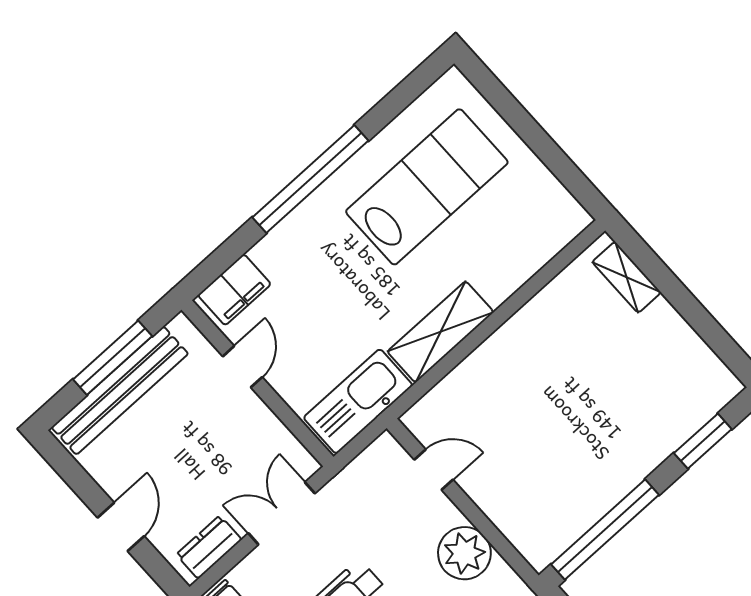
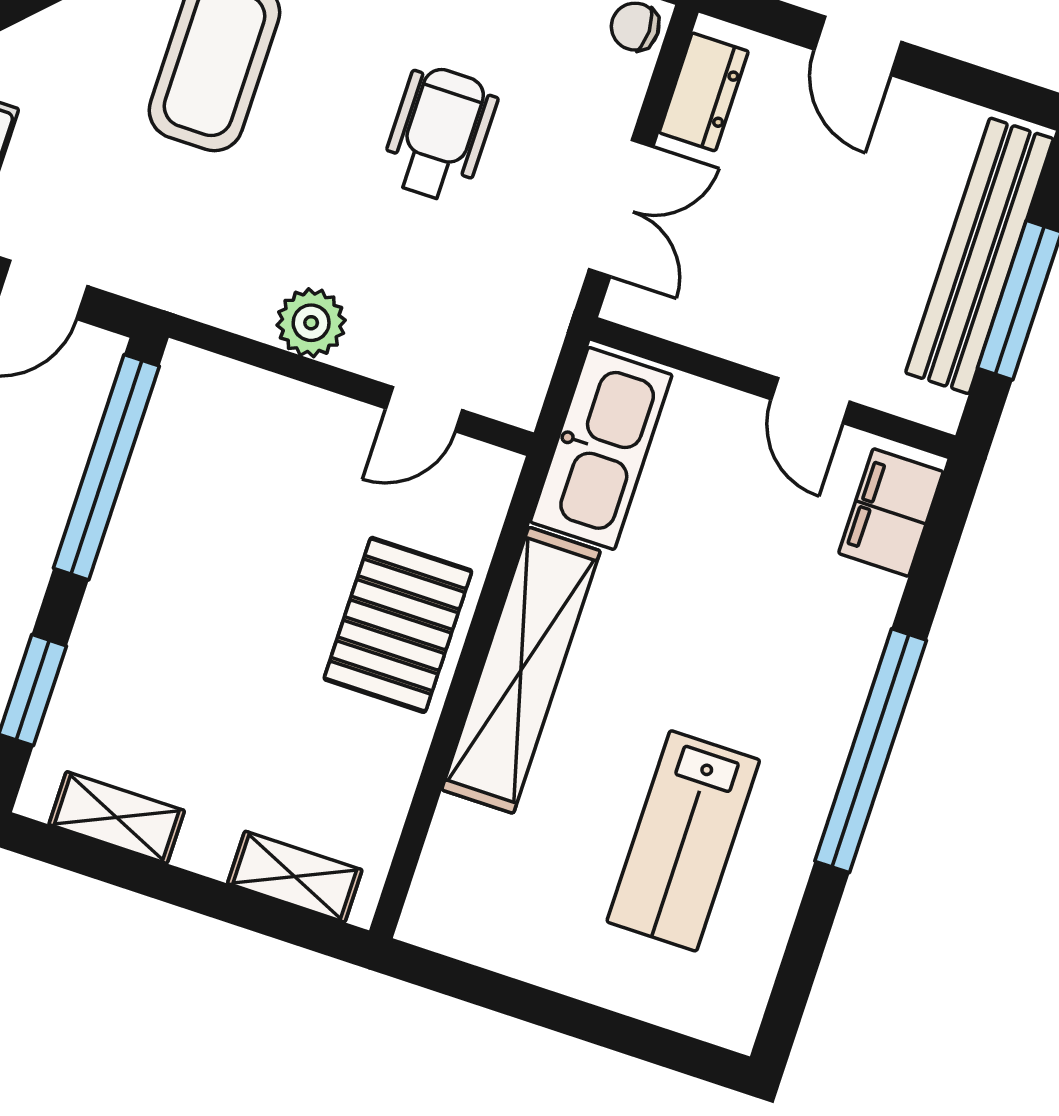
lab bench: (427, 187) -> (683, 841), width x0.73, depth x0.72
shelving: (440, 332) -> (521, 670), width x1.47
shelving: (697, 356) -> (117, 818), added
pallet: (506, 372) -> (398, 625), added
plant: (464, 553) -> (311, 323), width x0.73, depth x0.73

